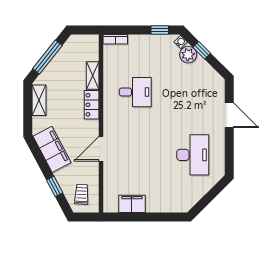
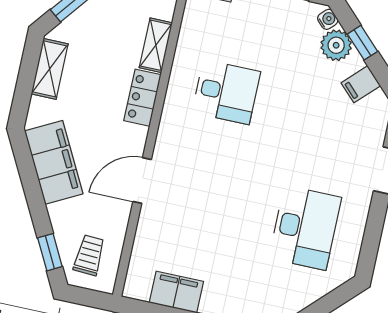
filing cabinet: (206, 72) -> (361, 84), added
window: (55, 186) -> (50, 252), moved

